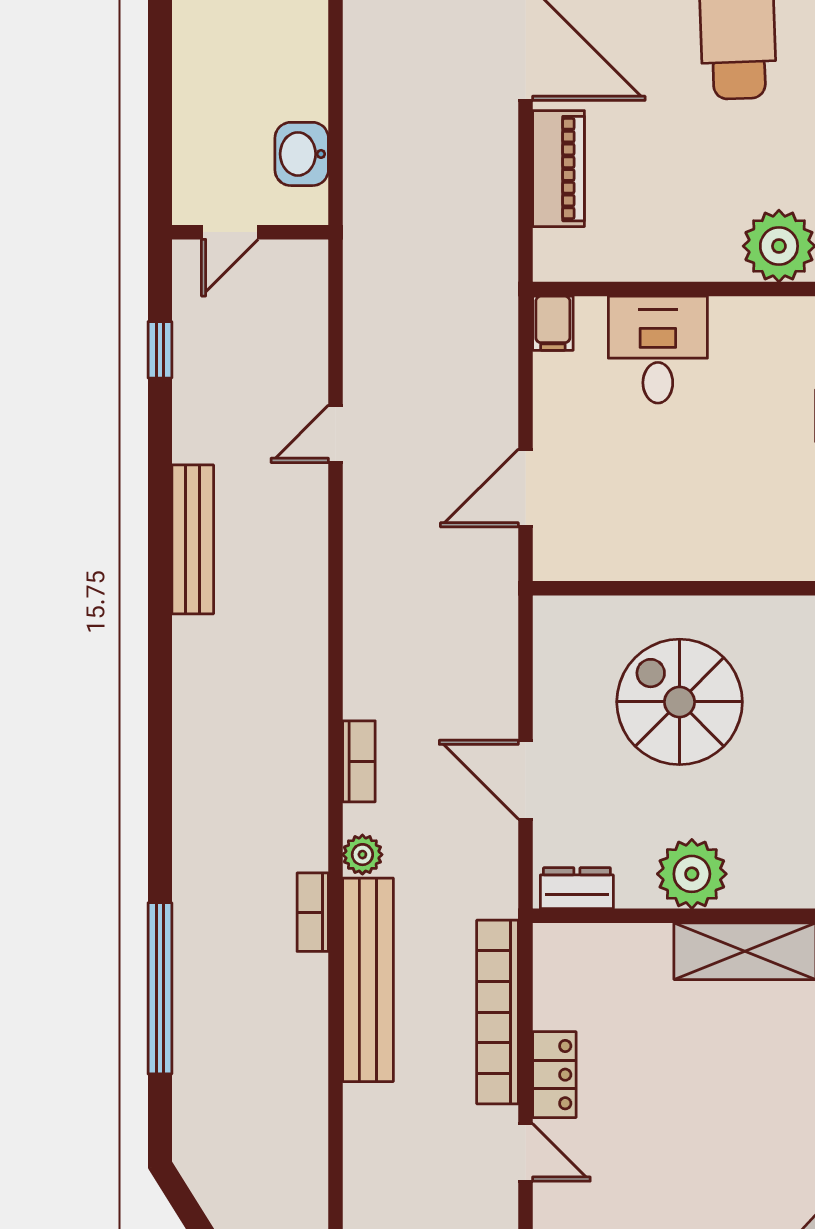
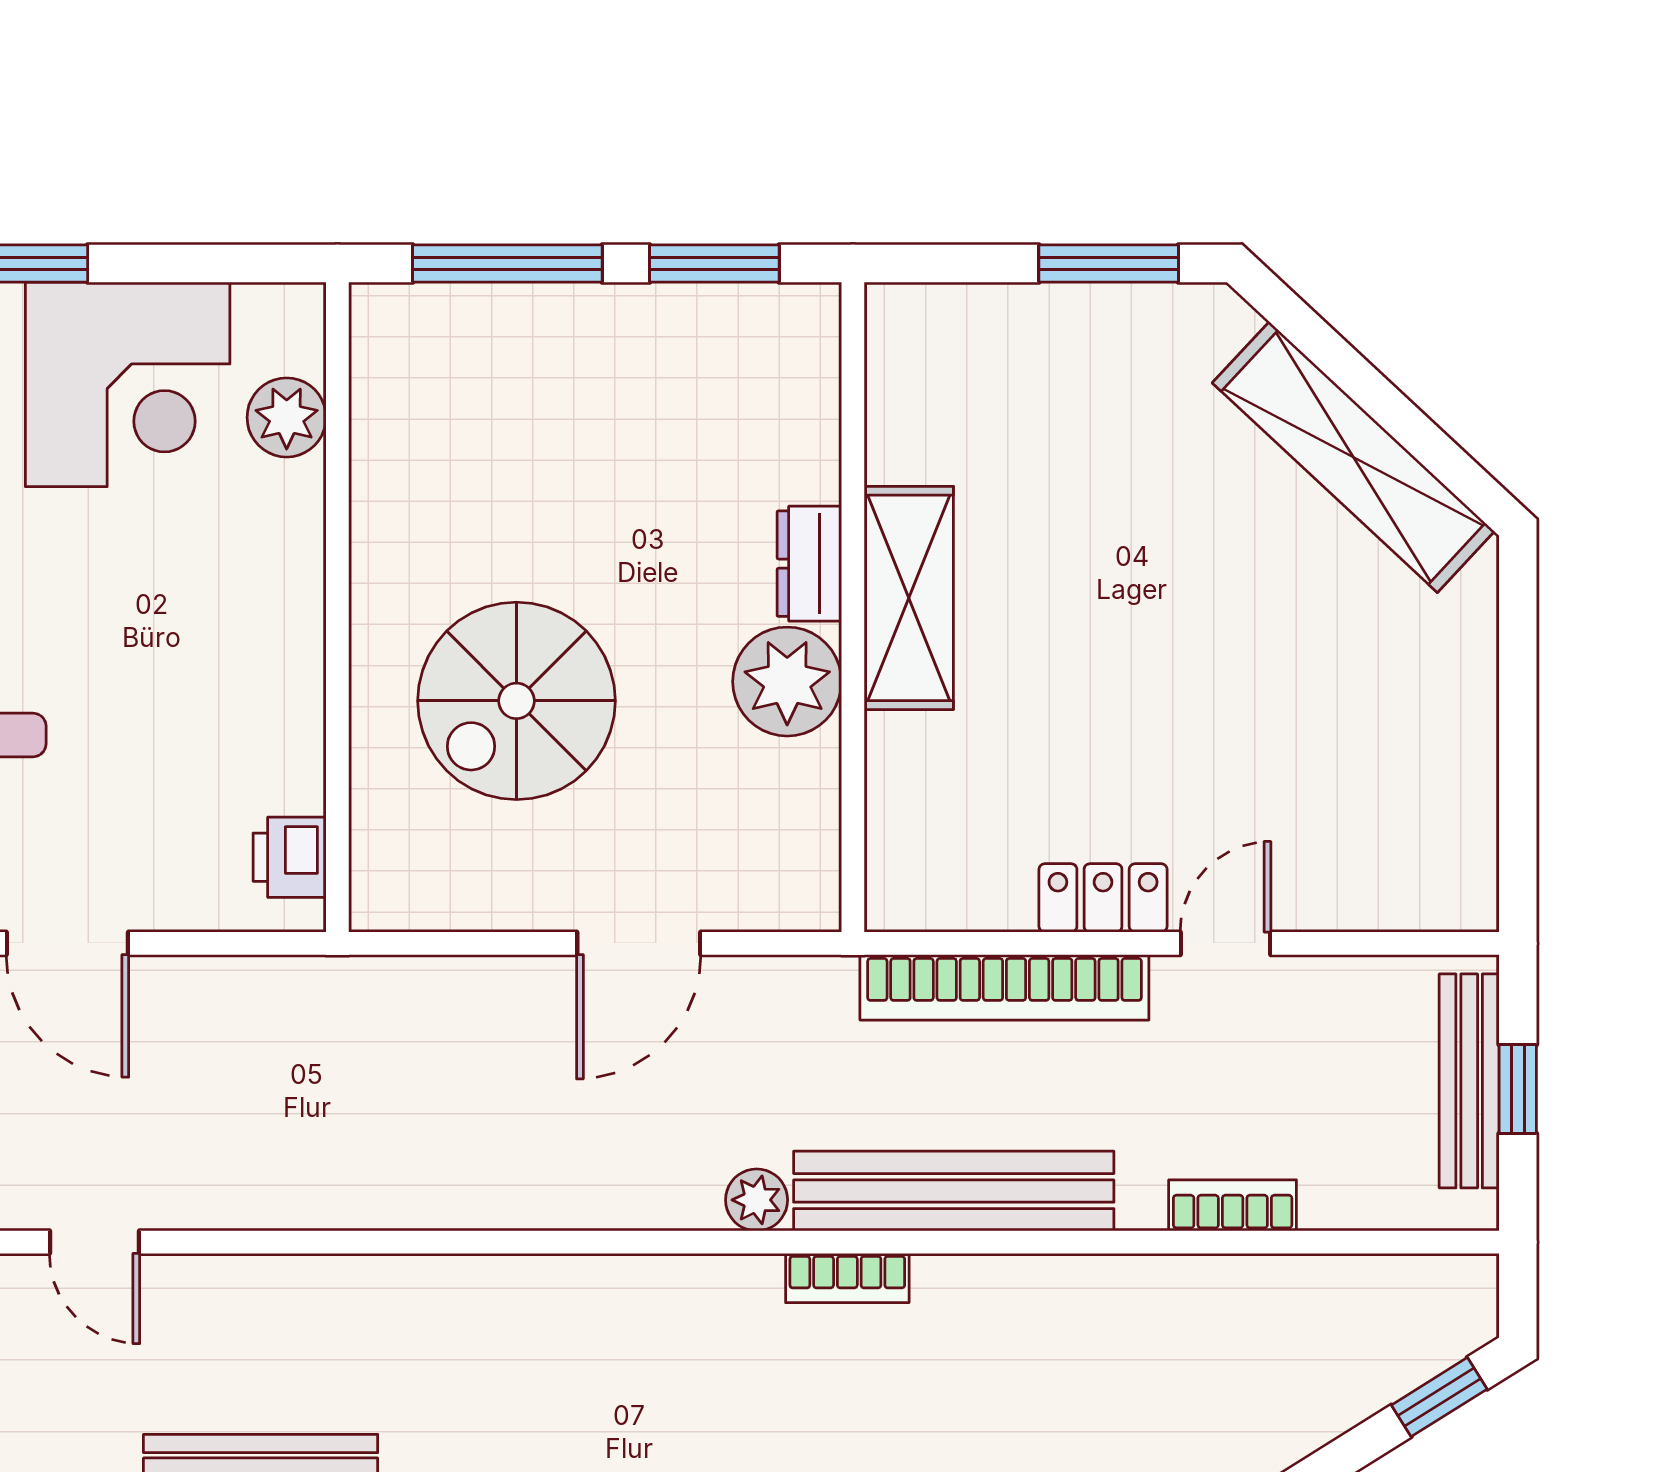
door: (525, 488) -> (67, 943), moved
printer: (580, 558) -> (290, 857), added
bookcase: (359, 761) -> (1233, 1205), moved
dresser: (577, 888) -> (809, 564), moved

